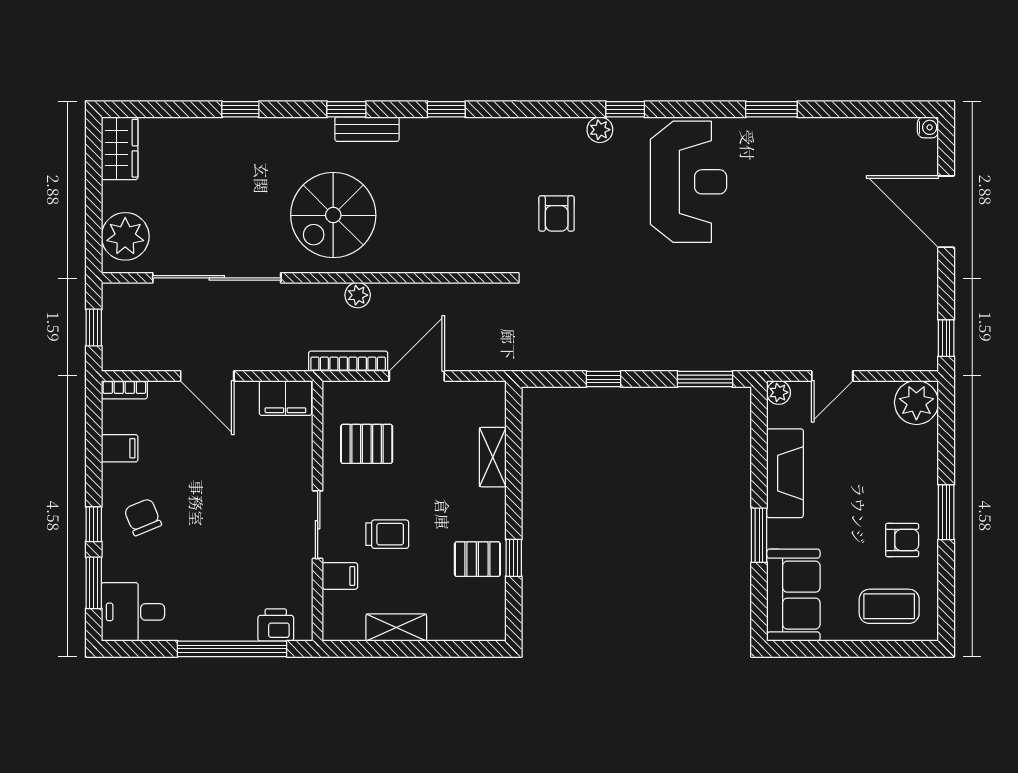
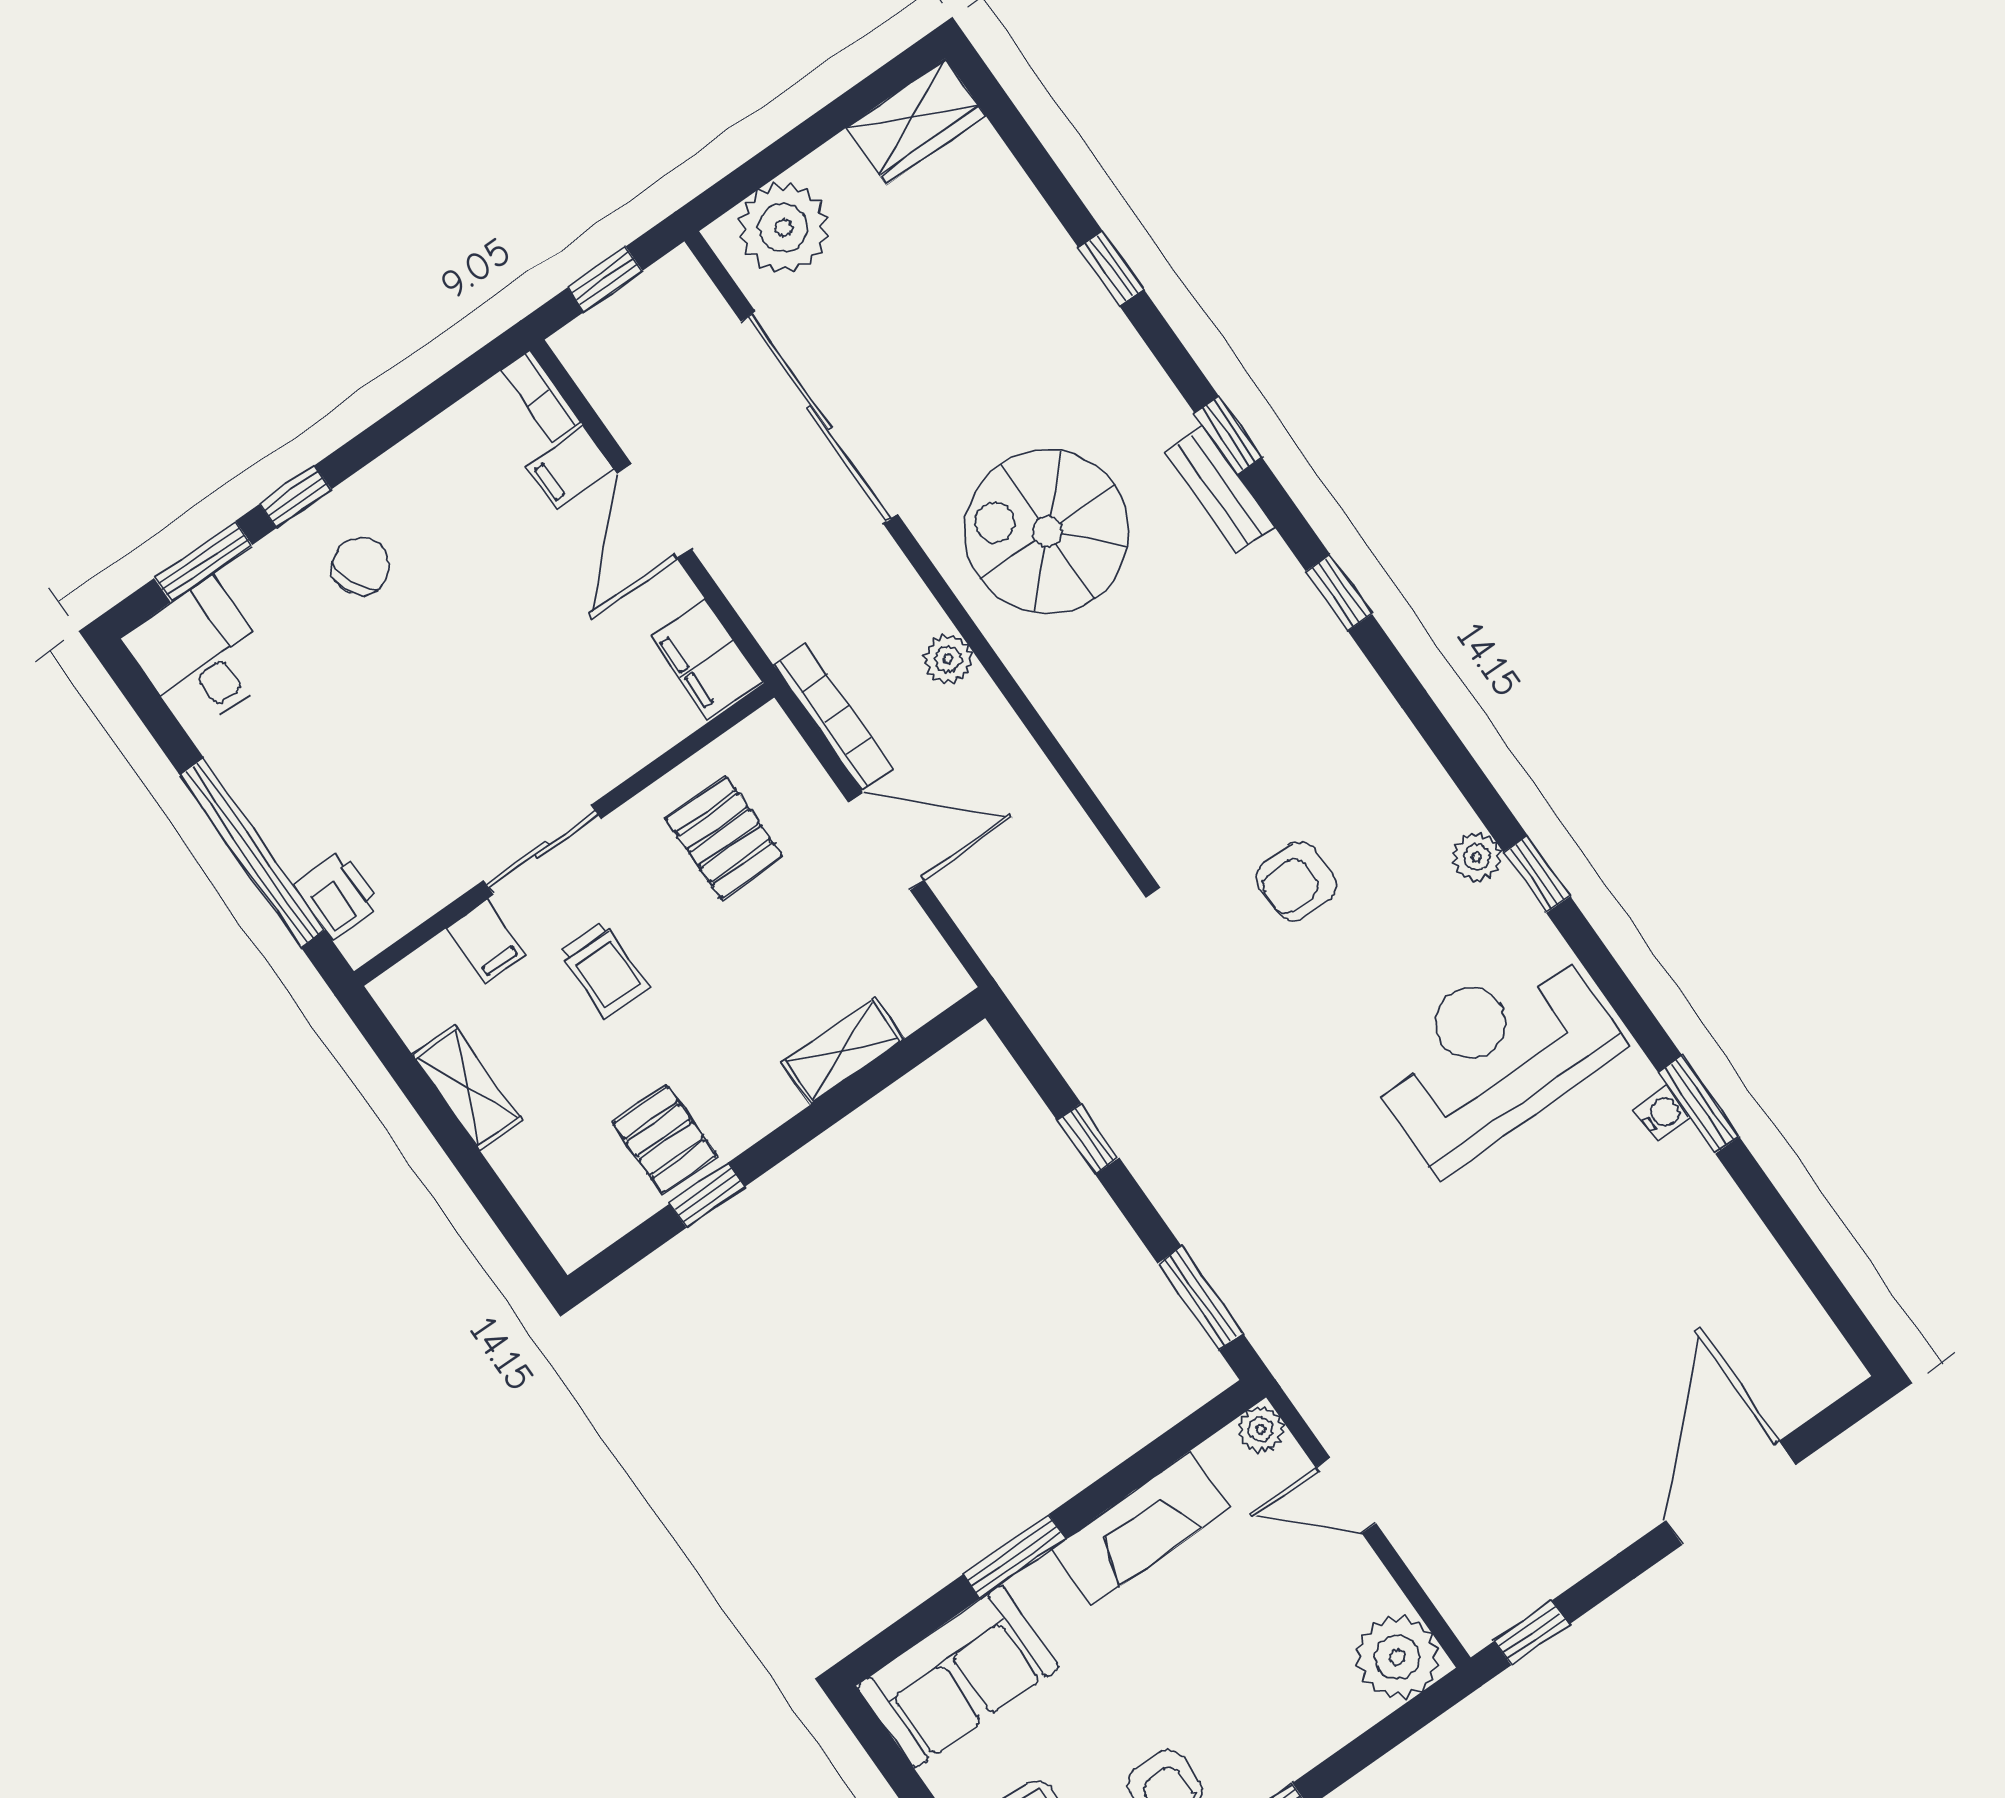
water cooler: (928, 127) -> (1662, 1114), moved, turned -90
reception desk: (688, 182) -> (1493, 1054), turned 180
filing cabinet: (120, 448) -> (570, 468), moved, turned 90

